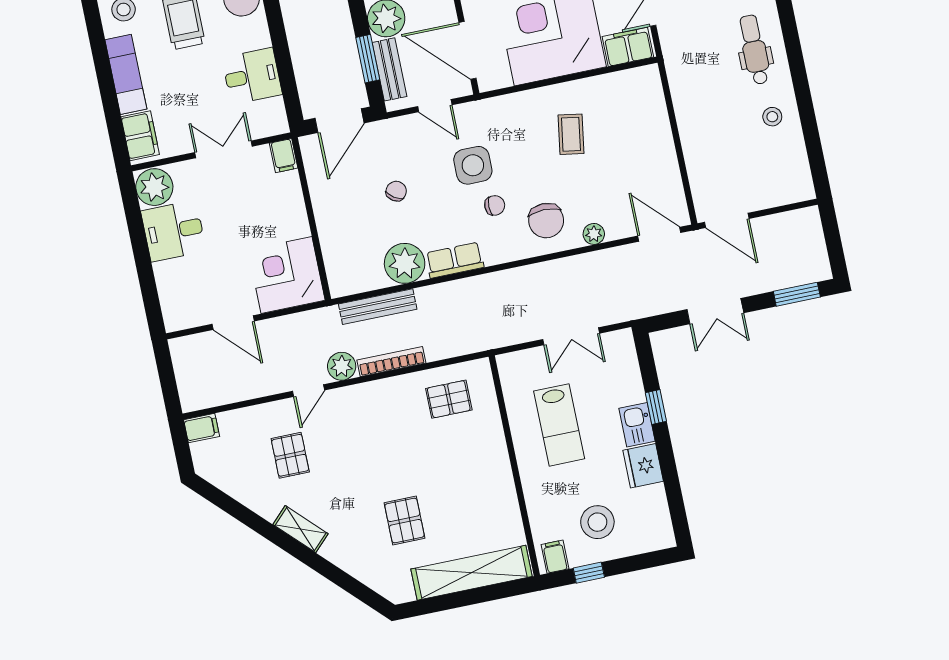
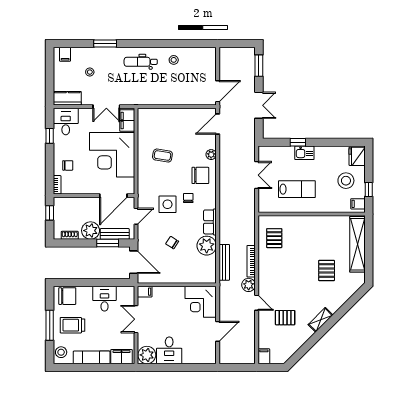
fridge: (643, 466) -> (357, 156), moved, turned 90
pallet: (404, 521) -> (327, 271), turned 90

